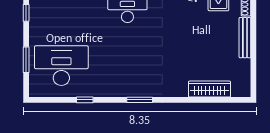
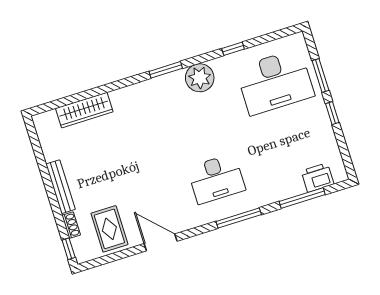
window: (26, 13) -> (332, 113), moved
plant: (116, 86) -> (200, 78), added

